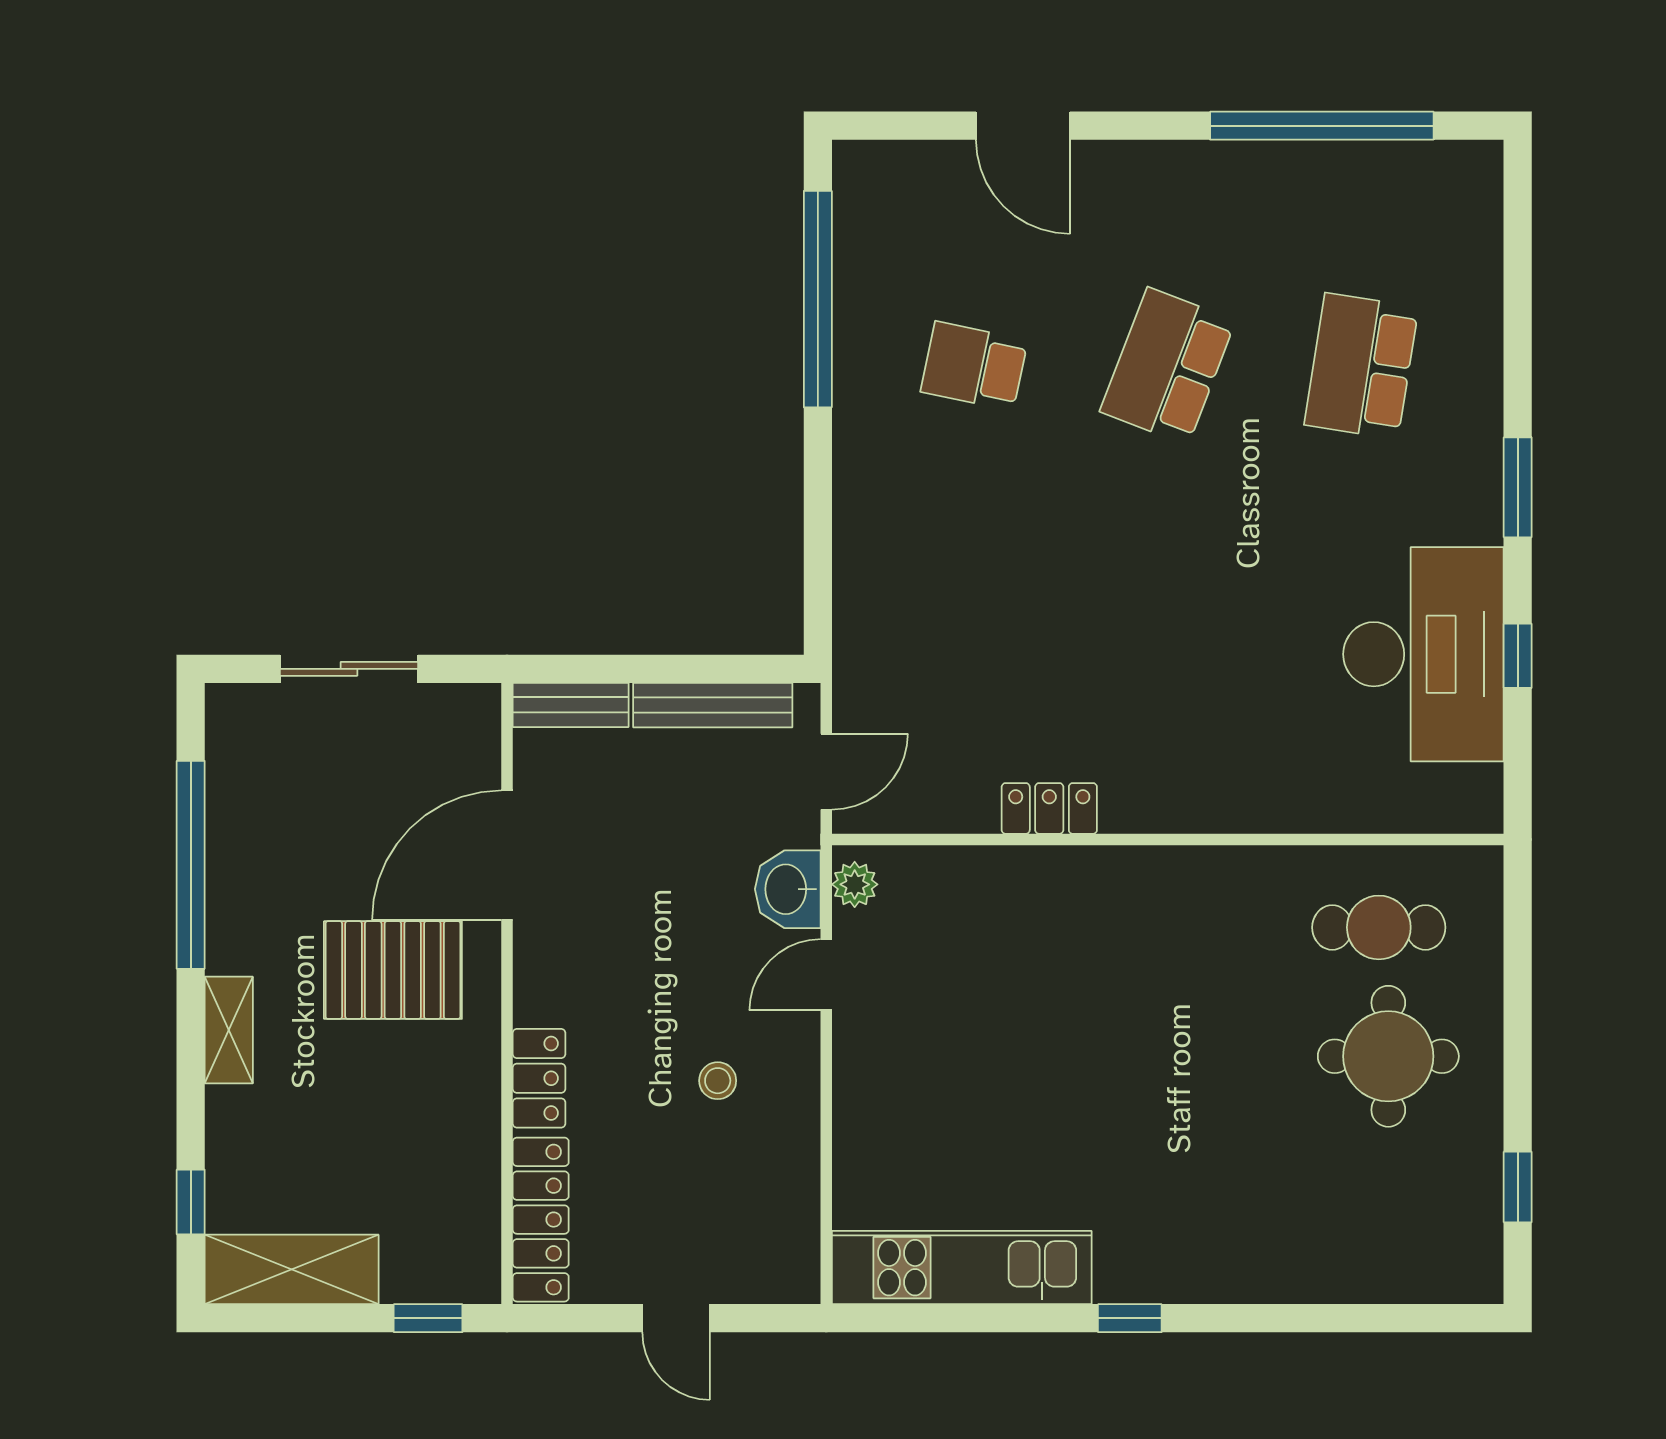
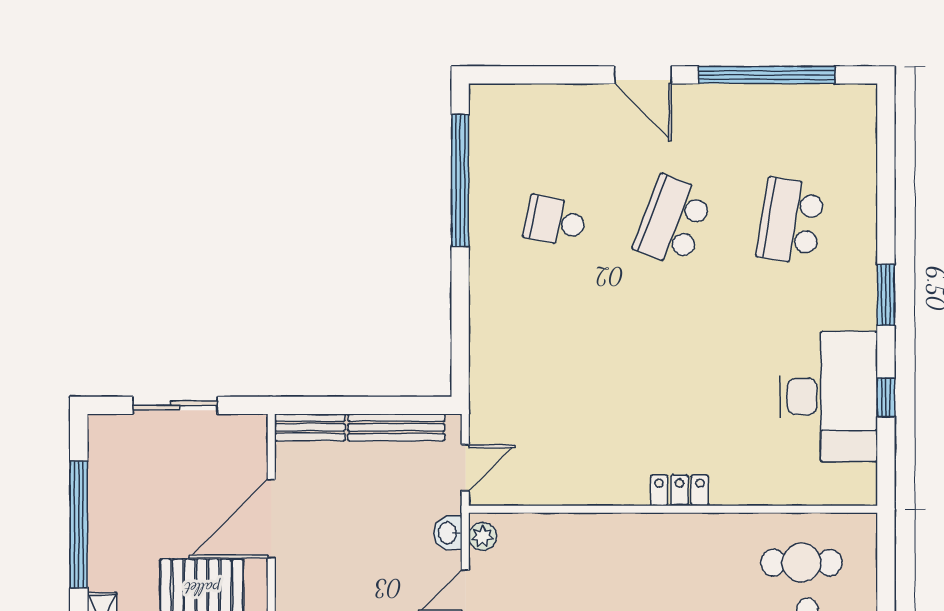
door: (1023, 126) -> (643, 75), moved
locker: (1049, 808) -> (679, 490), moved
washbasin: (788, 889) -> (448, 533), width x0.72, depth x0.69

